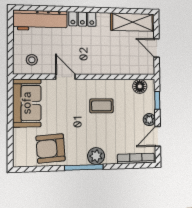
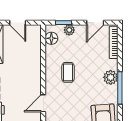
door: (157, 48) -> (18, 23), hinge flipped
plant: (149, 120) -> (69, 30), moved
door: (158, 136) -> (95, 23), hinge flipped

